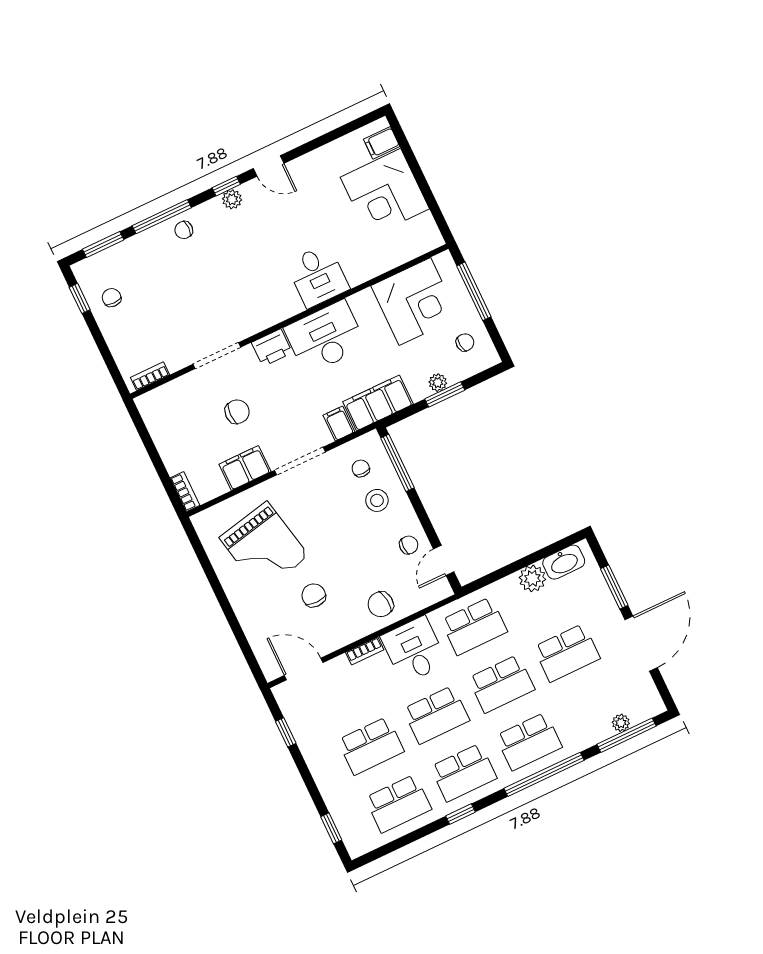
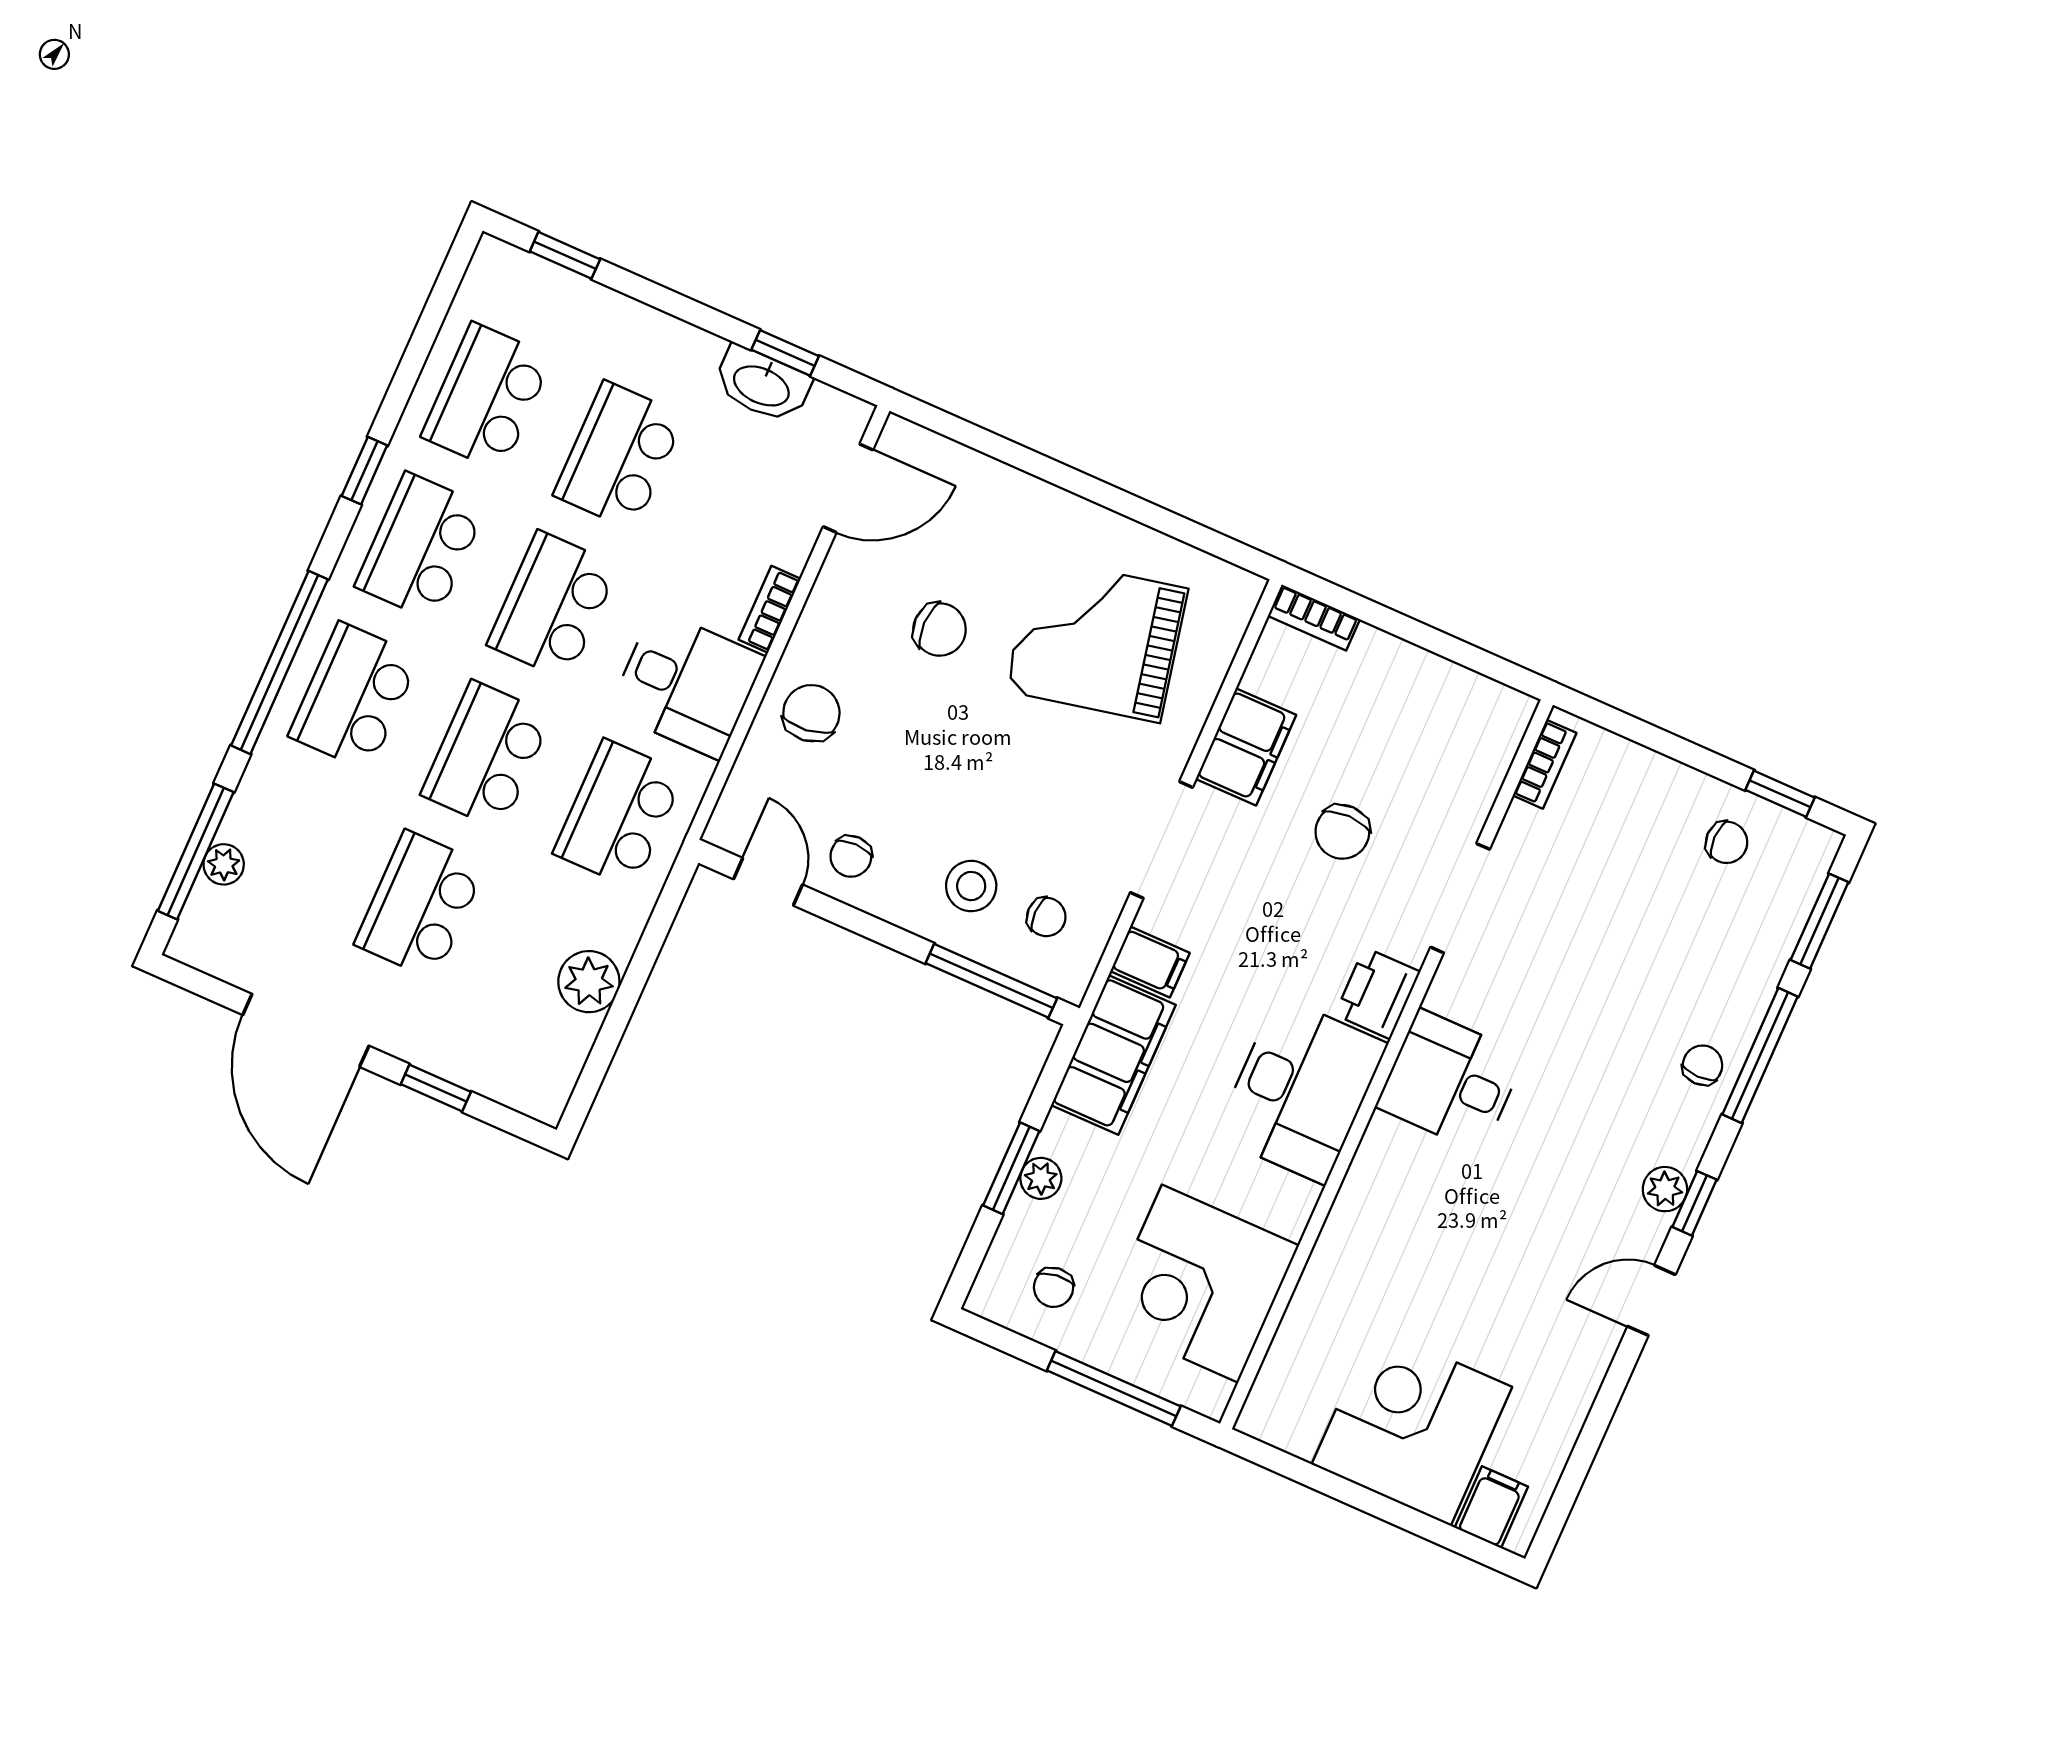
desk: (318, 276) -> (1450, 1081), moved
washbasin: (564, 562) -> (762, 384), moved, turned -90
window: (614, 587) -> (436, 1088), width x0.67

